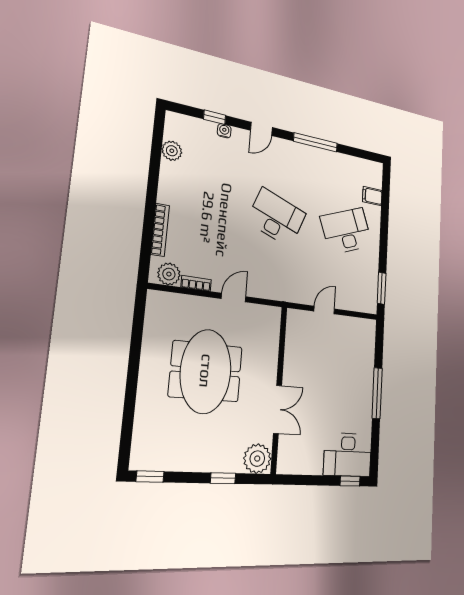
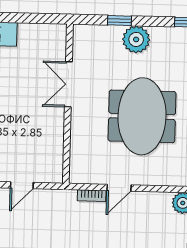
bookcase: (196, 283) -> (92, 196), moved
plant: (257, 459) -> (136, 39), moved

